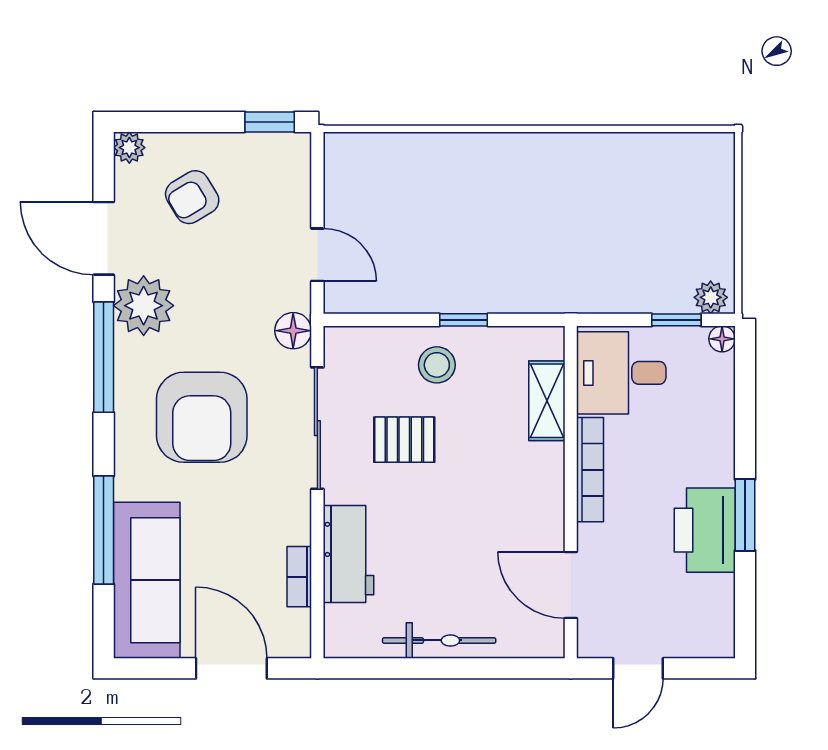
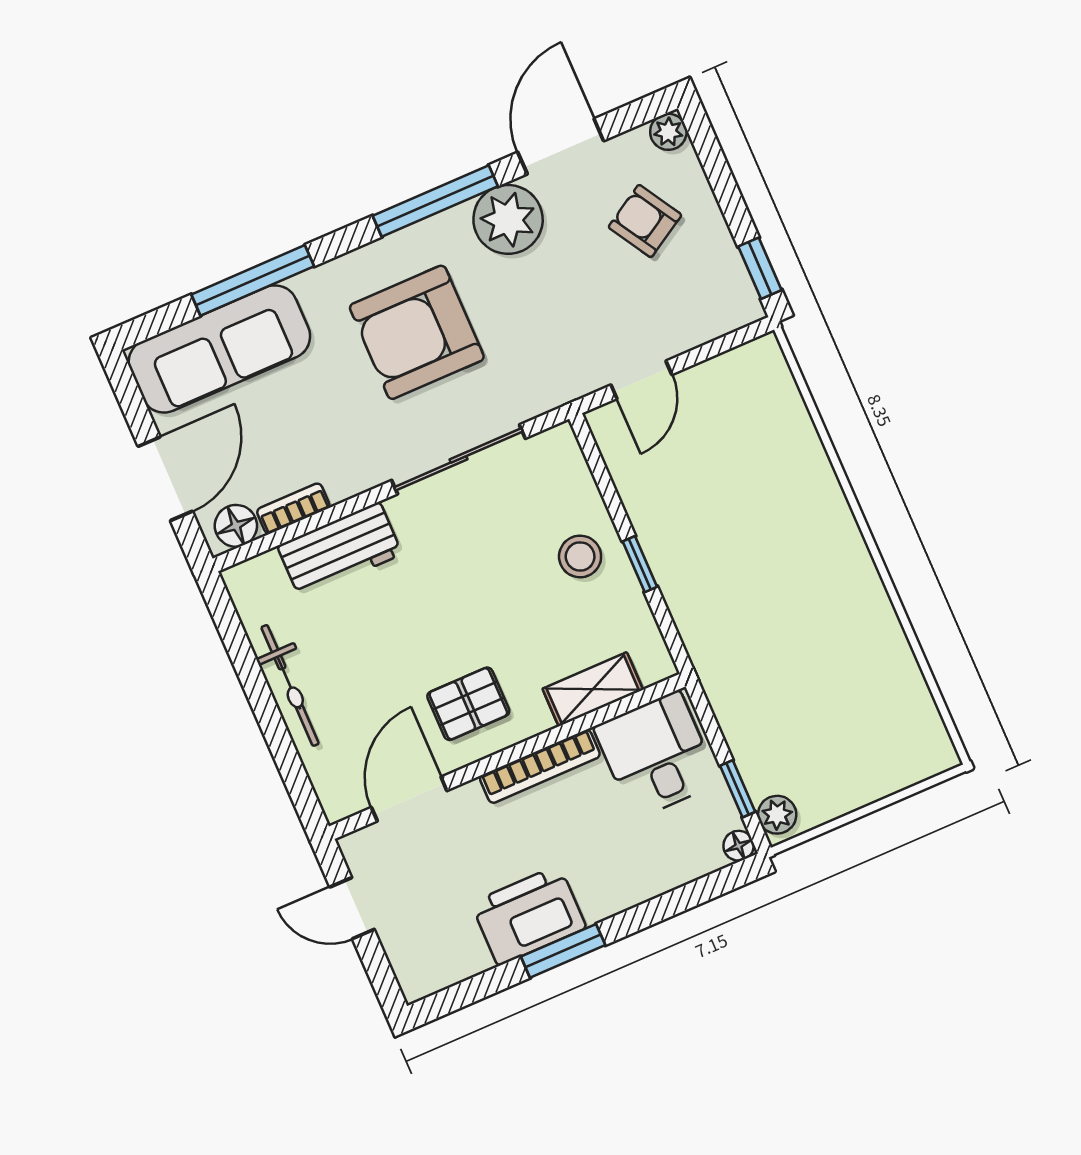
floor lamp: (293, 331) -> (236, 526), moved
pallet: (404, 440) -> (468, 704), moved, turned 90

